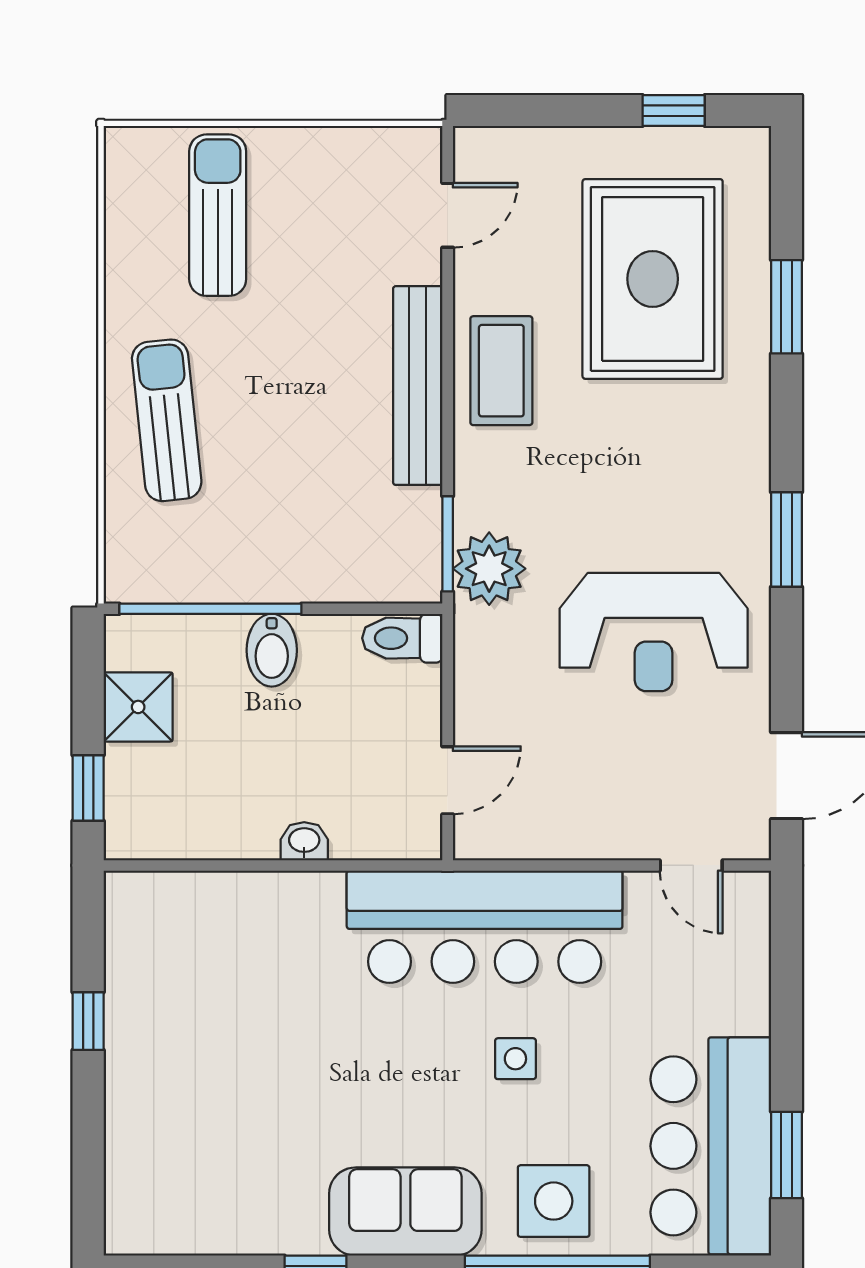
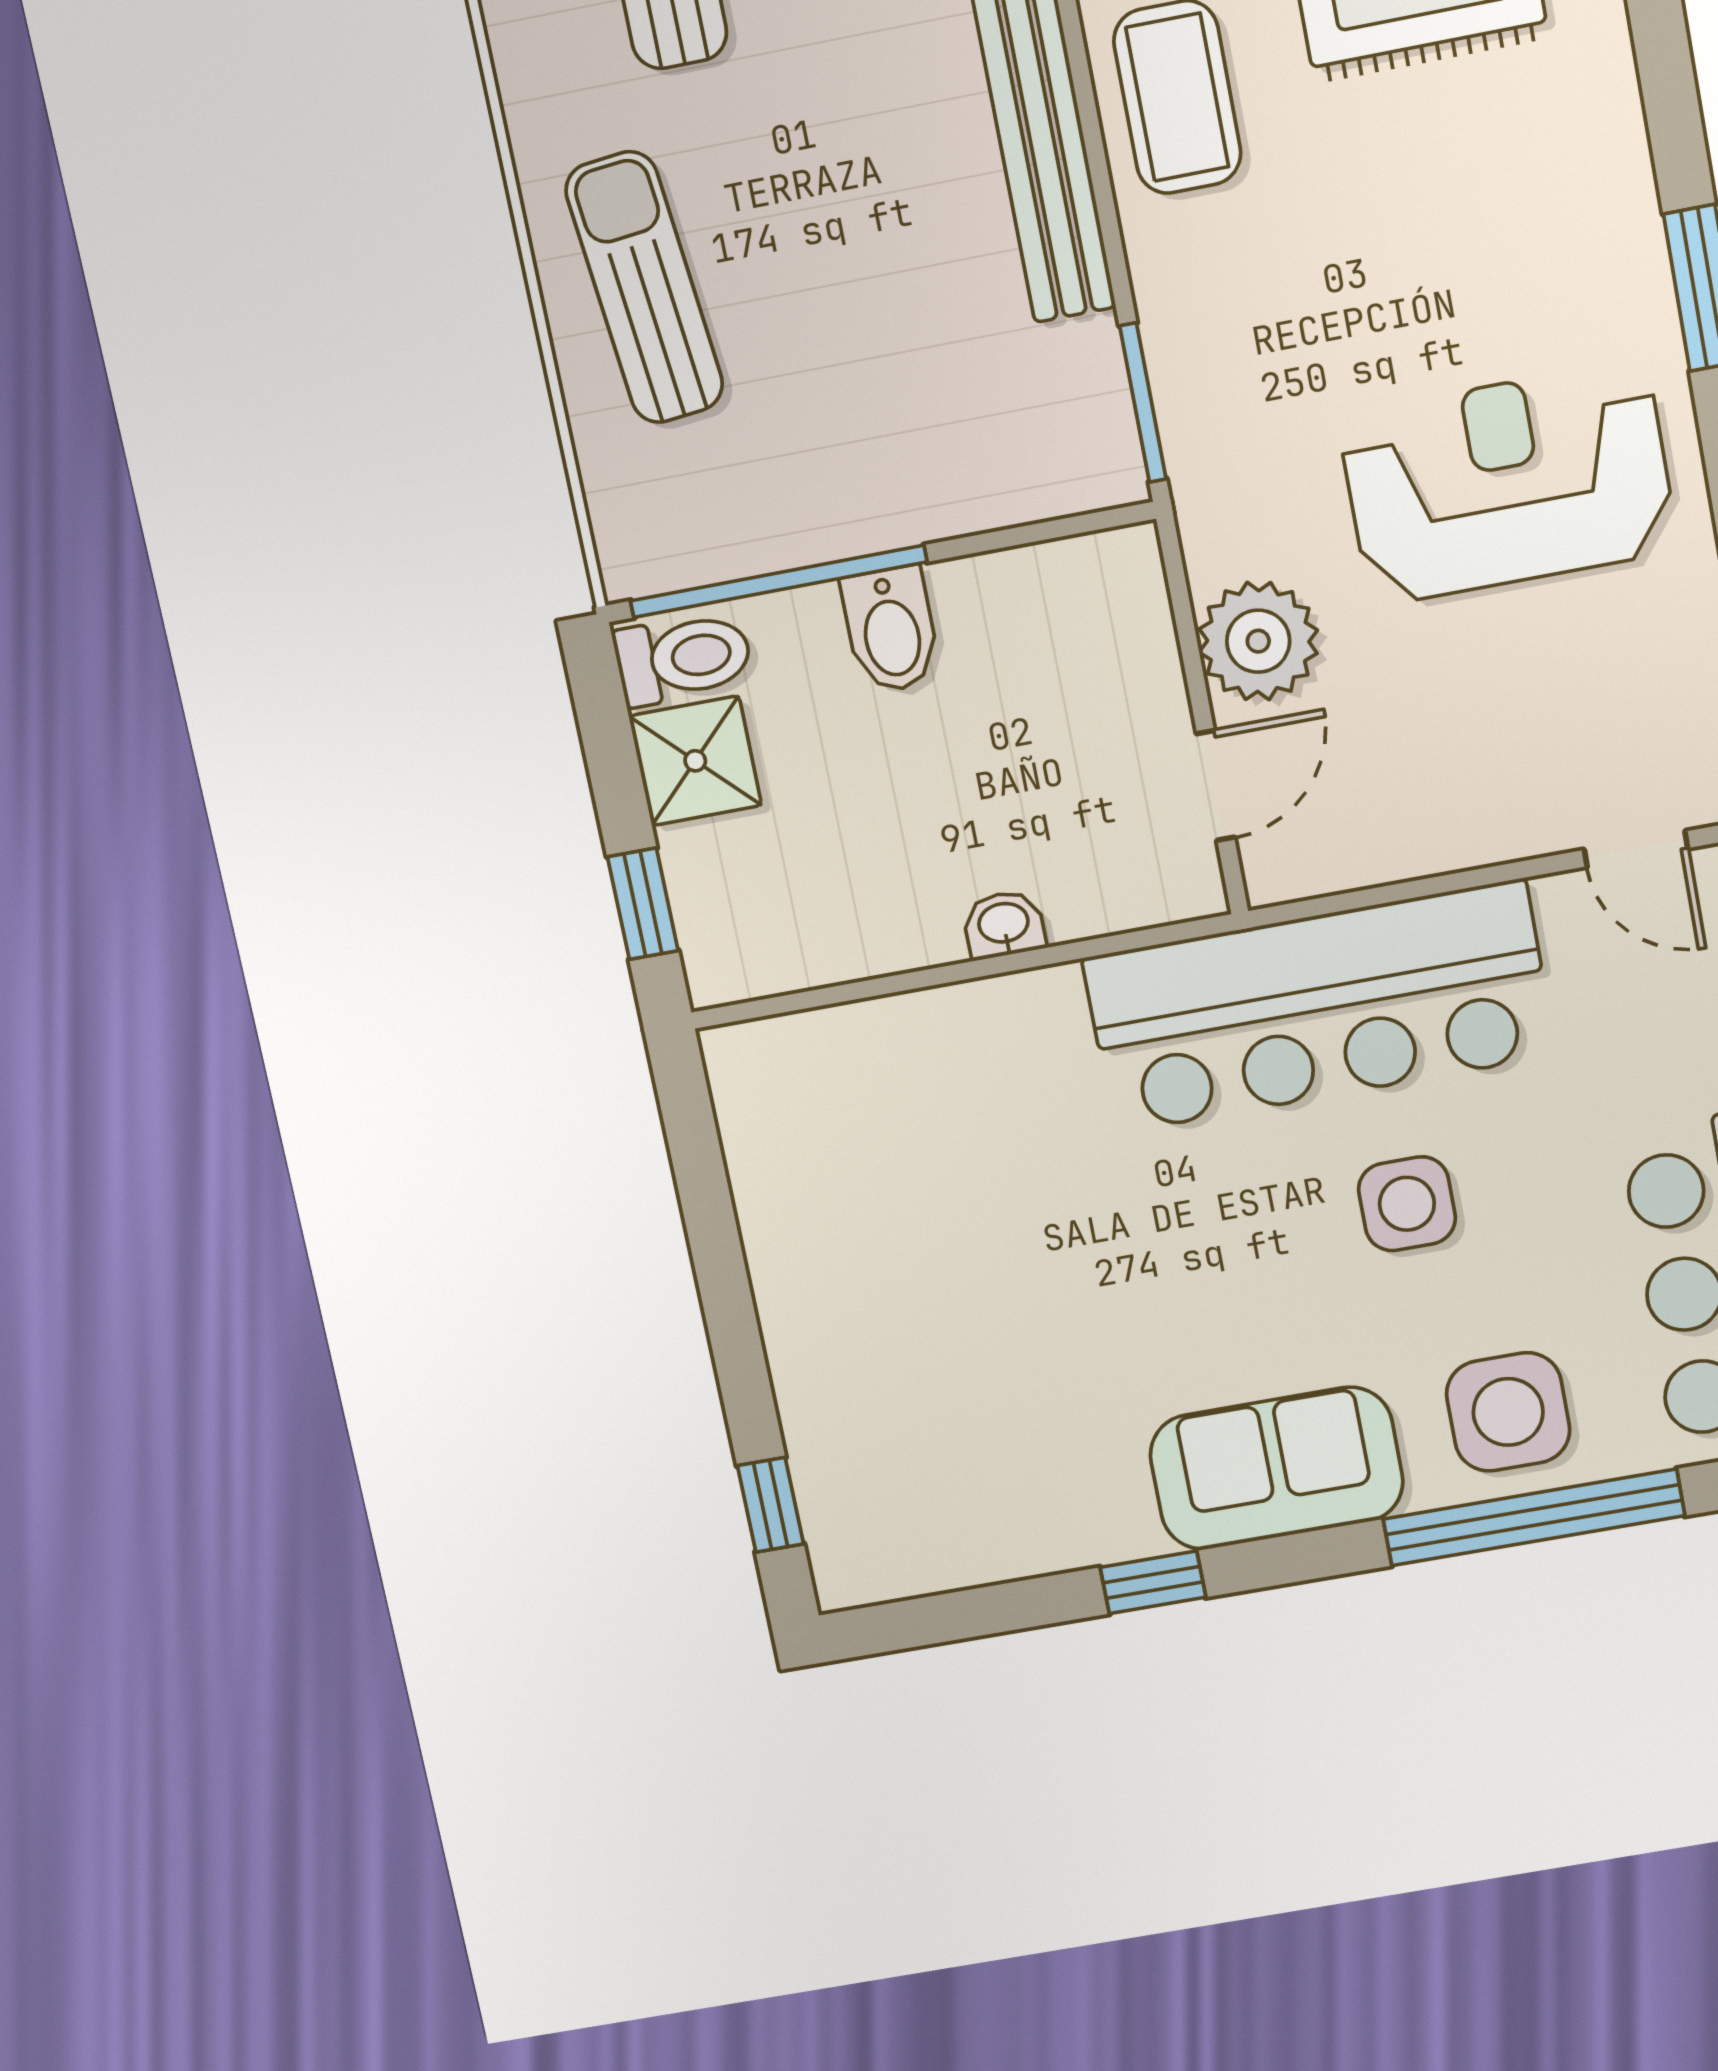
plant: (489, 569) -> (1258, 641), moved
reception desk: (654, 632) -> (1508, 483), turned 180
toilet: (402, 638) -> (683, 658), moved, turned 180
window: (88, 1021) -> (770, 1505), moved
side table: (515, 1059) -> (1407, 1204), width x1.37, depth x1.37

